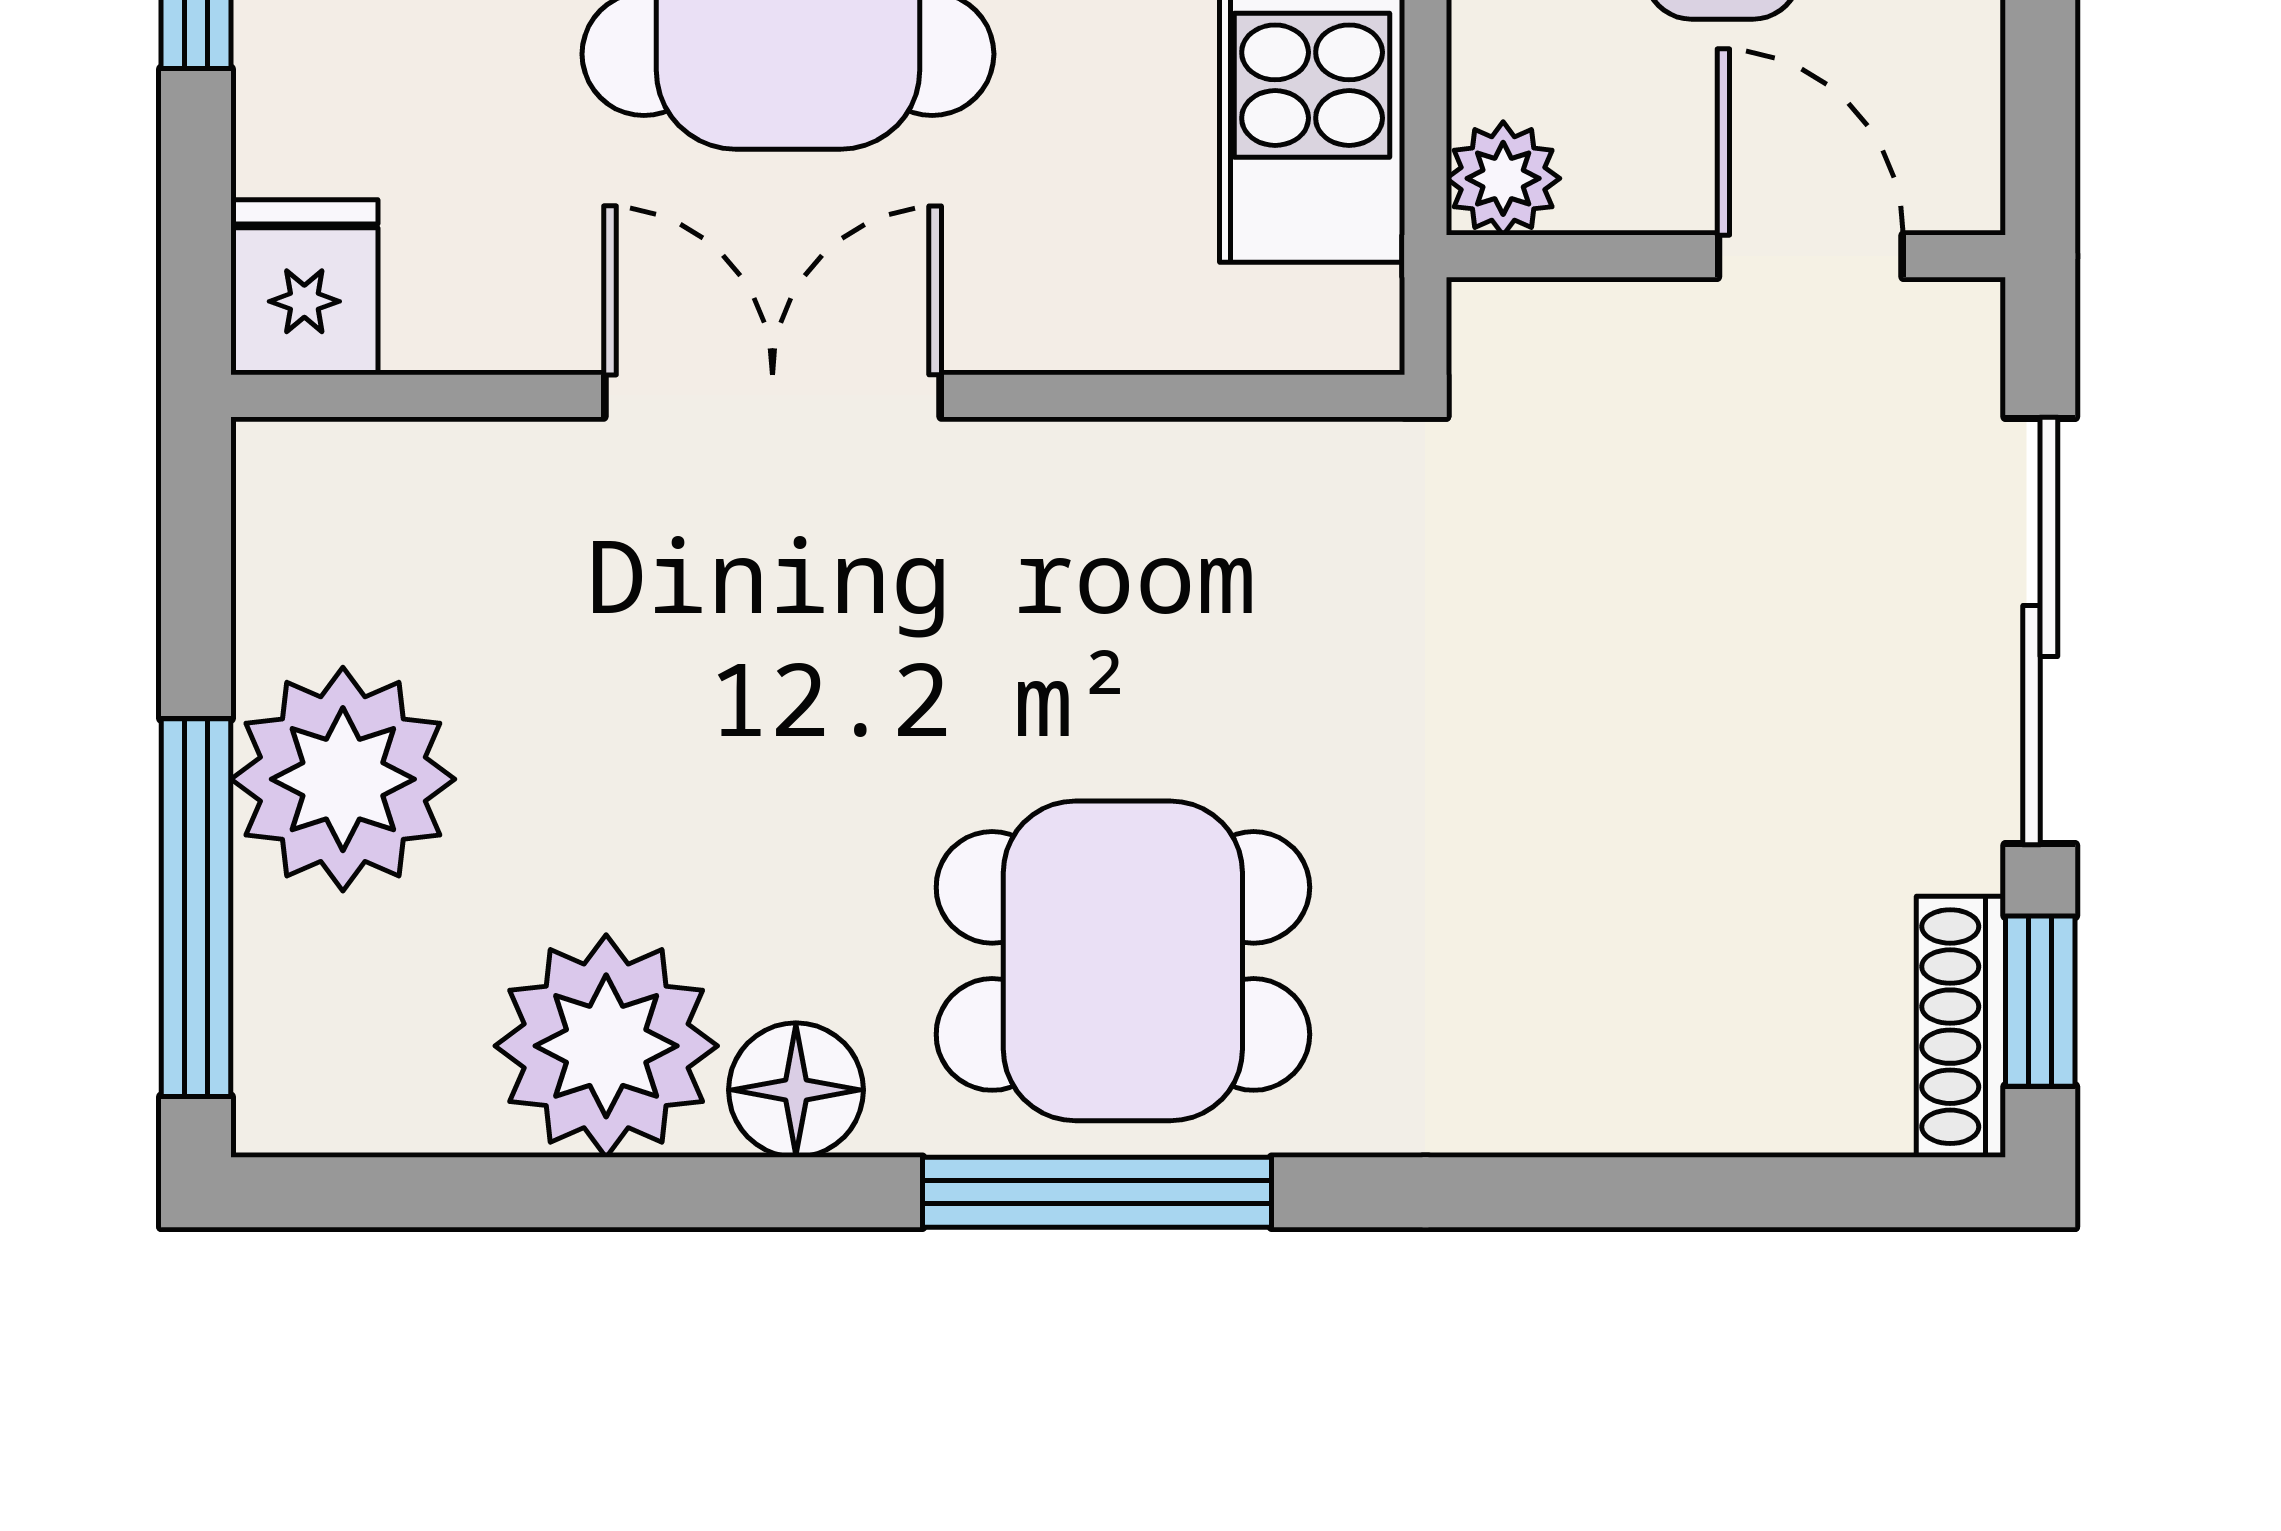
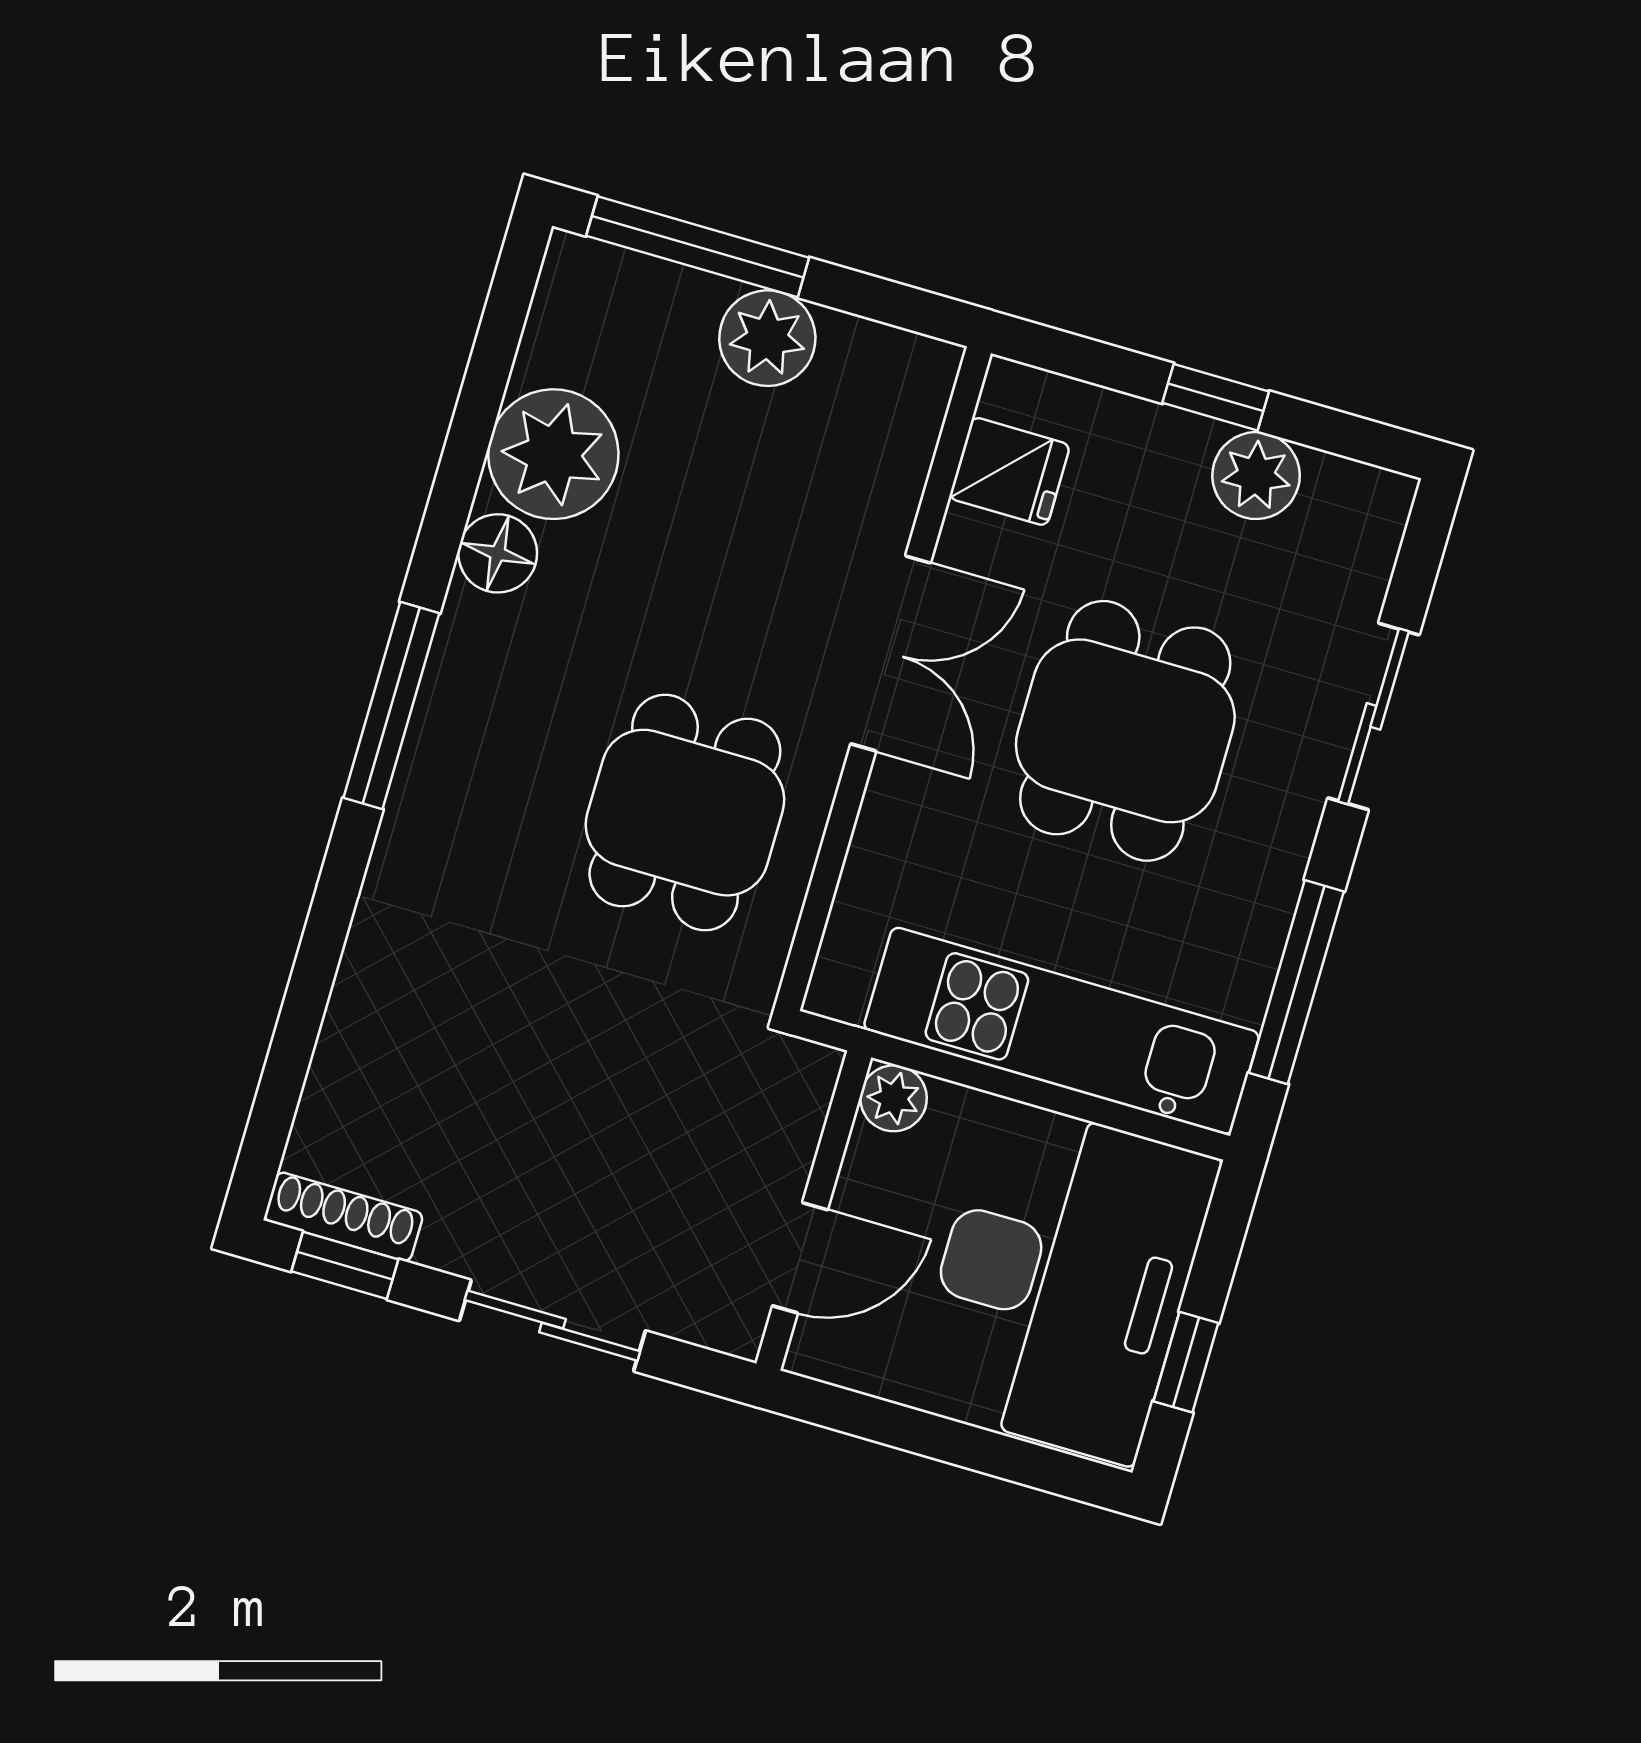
fridge: (304, 287) -> (1010, 471), moved
sliding door: (2040, 631) -> (552, 1326), width x0.73
plant: (343, 779) -> (767, 338), width x0.73, depth x0.73
dining table: (1123, 961) -> (685, 813), moved

